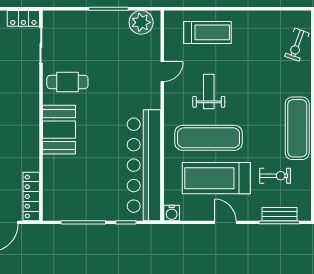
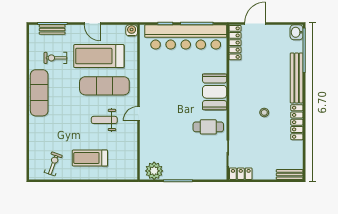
treadmill: (207, 32) -> (90, 158), moved
exercise bike: (297, 45) -> (53, 164), moved
door: (162, 72) -> (138, 114), moved
weight bench: (209, 91) -> (104, 120), turned 90
bar counter: (144, 165) -> (186, 37), moved, turned 90
treadmill: (216, 178) -> (99, 56), turned 180

